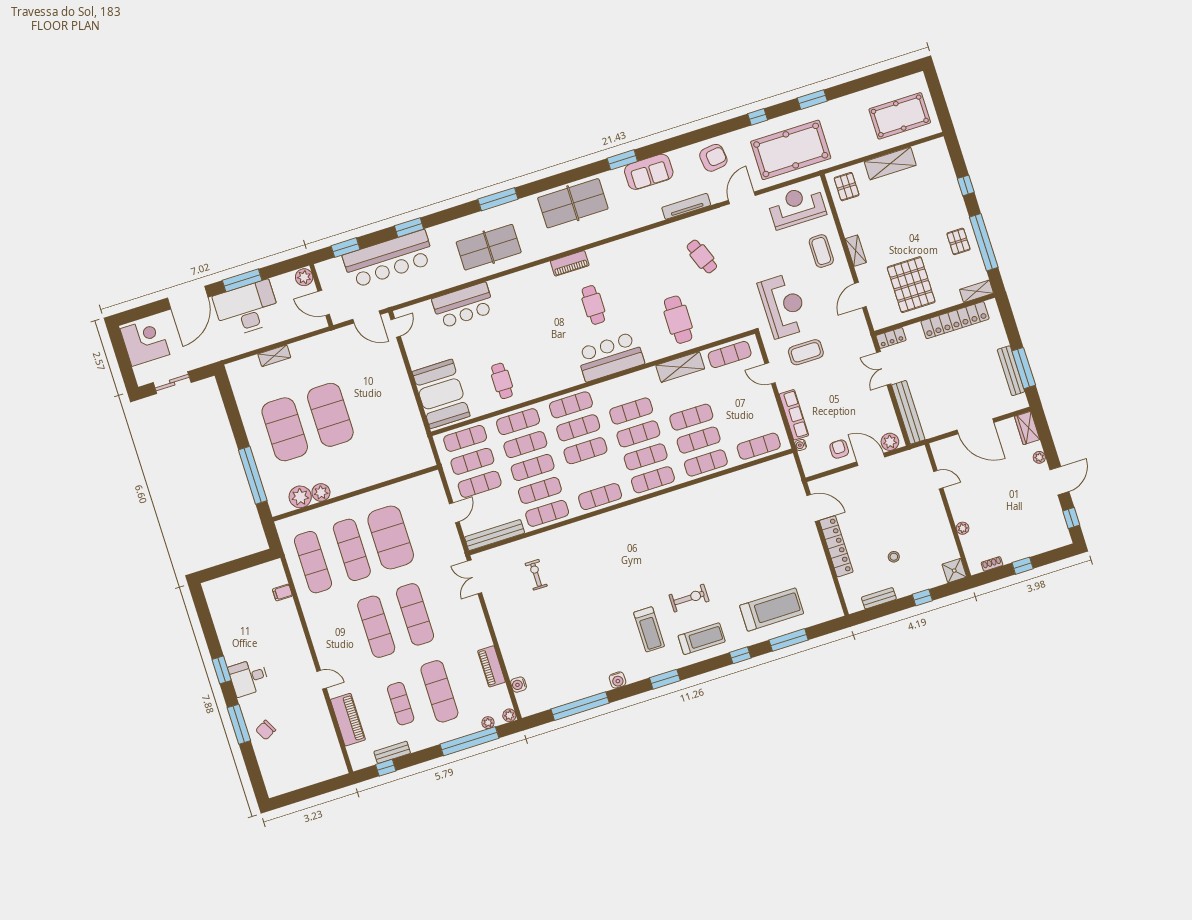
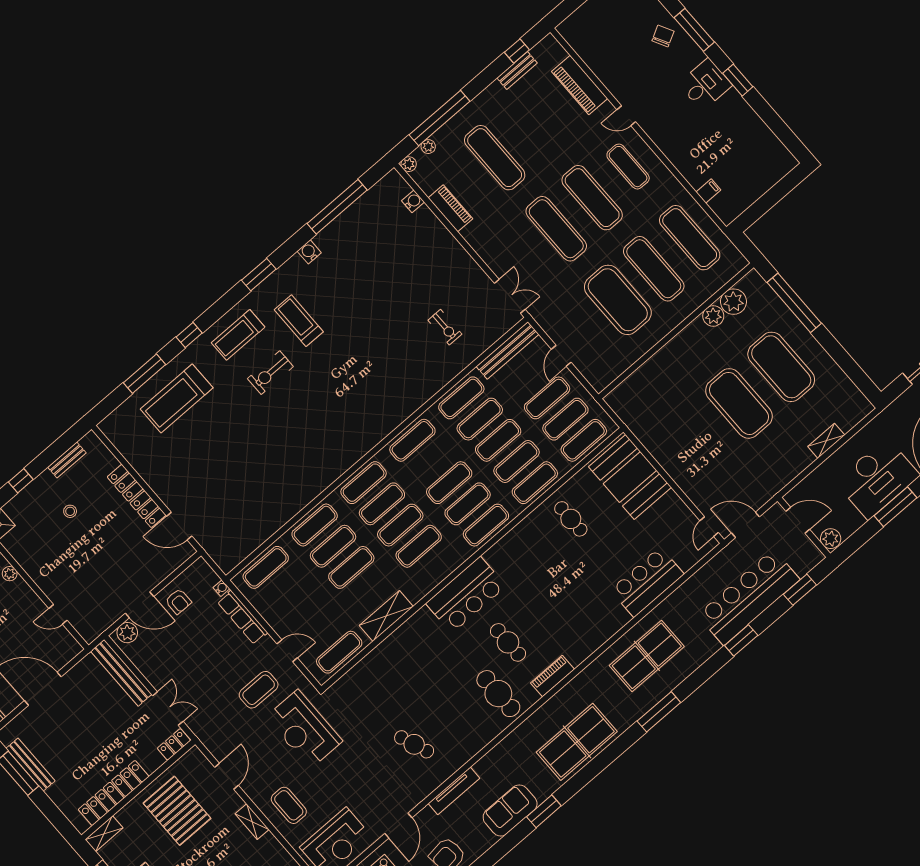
cafe table: (678, 320) -> (498, 694), moved
exercise mat: (401, 704) -> (628, 167), moved

